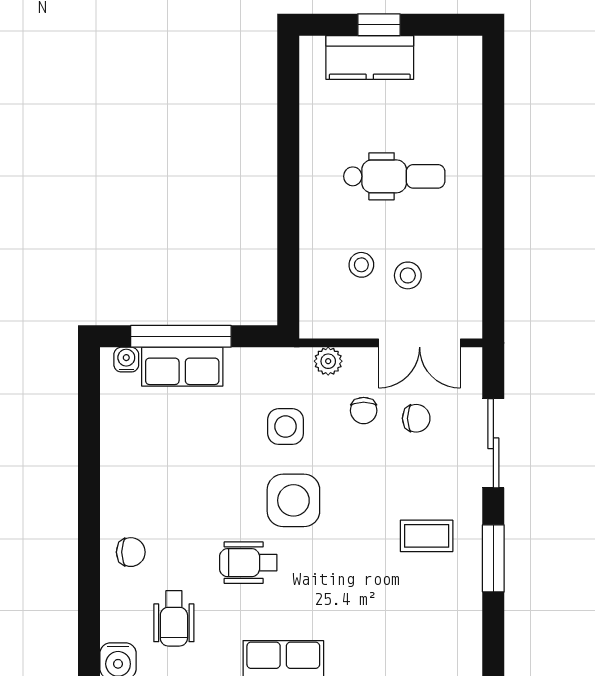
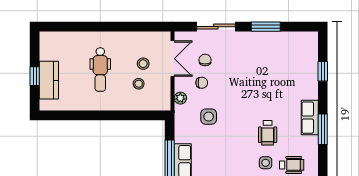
dental chair: (394, 176) -> (100, 69), turned 180
side table: (293, 500) -> (266, 163), moved, width x0.54, depth x0.54
coffee table: (427, 536) -> (256, 55), removed

